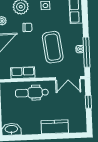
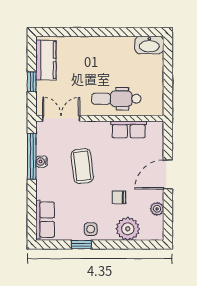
coffee table: (53, 47) -> (82, 166), width x0.73, depth x0.76
dental chair: (32, 93) -> (116, 99), turned 180
kitchen counter: (55, 127) -> (46, 60), moved, turned -90

